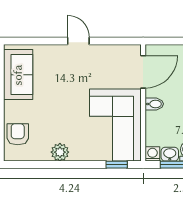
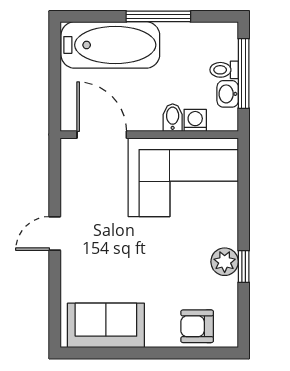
bidet: (154, 104) -> (173, 118), moved
washing machine: (152, 154) -> (195, 120), moved, turned 90
window: (117, 165) -> (244, 267), moved

